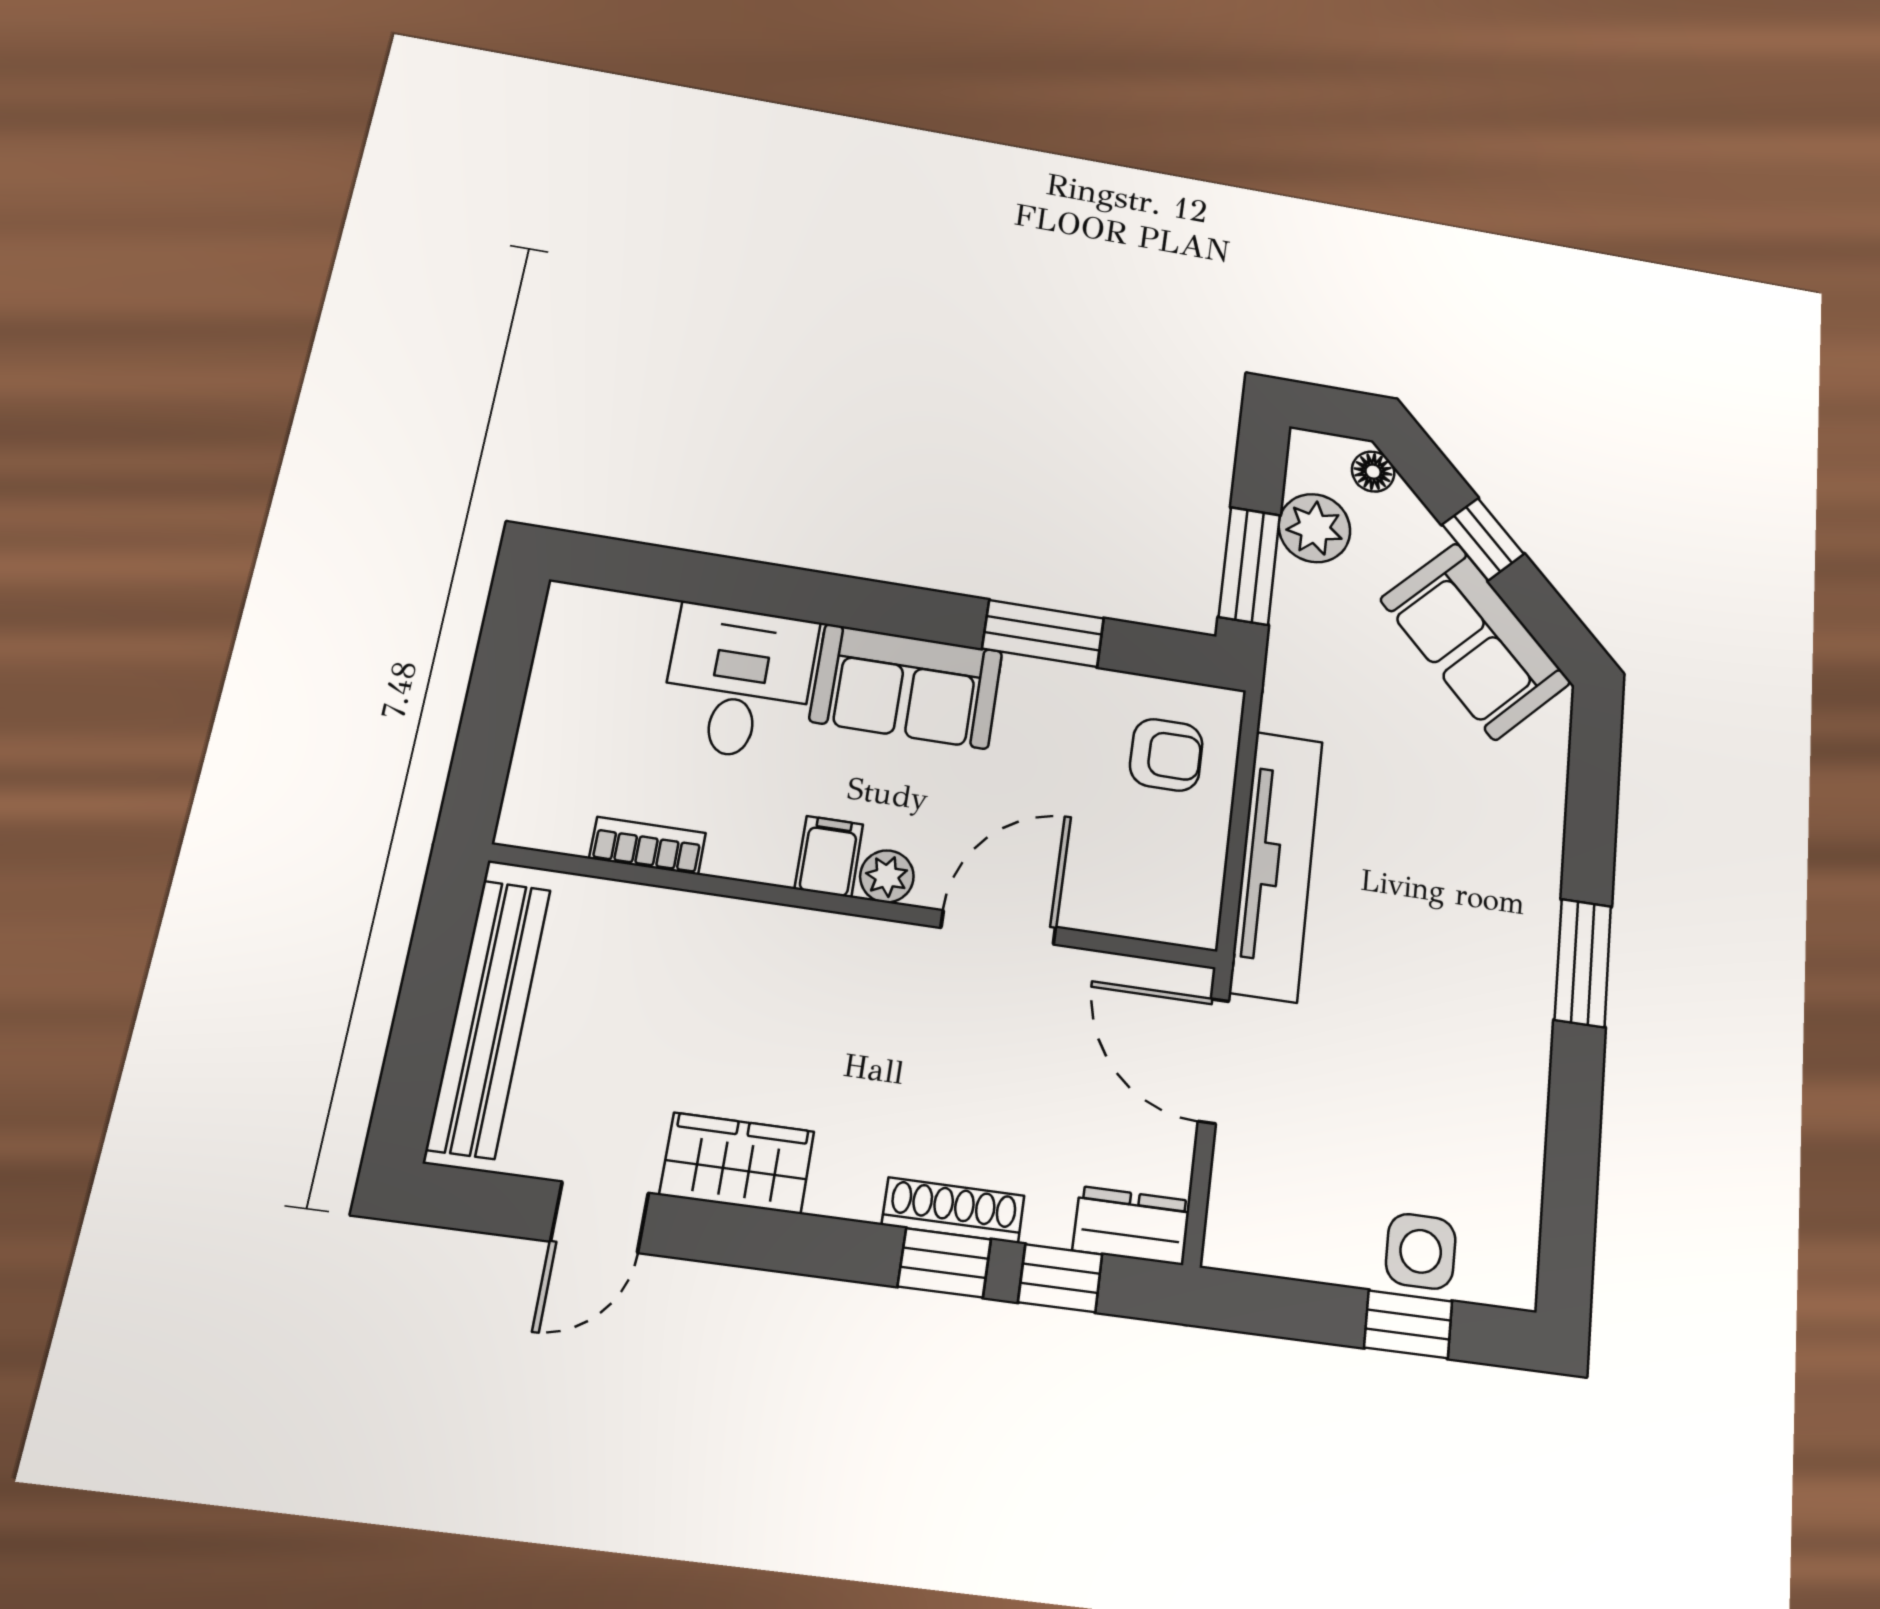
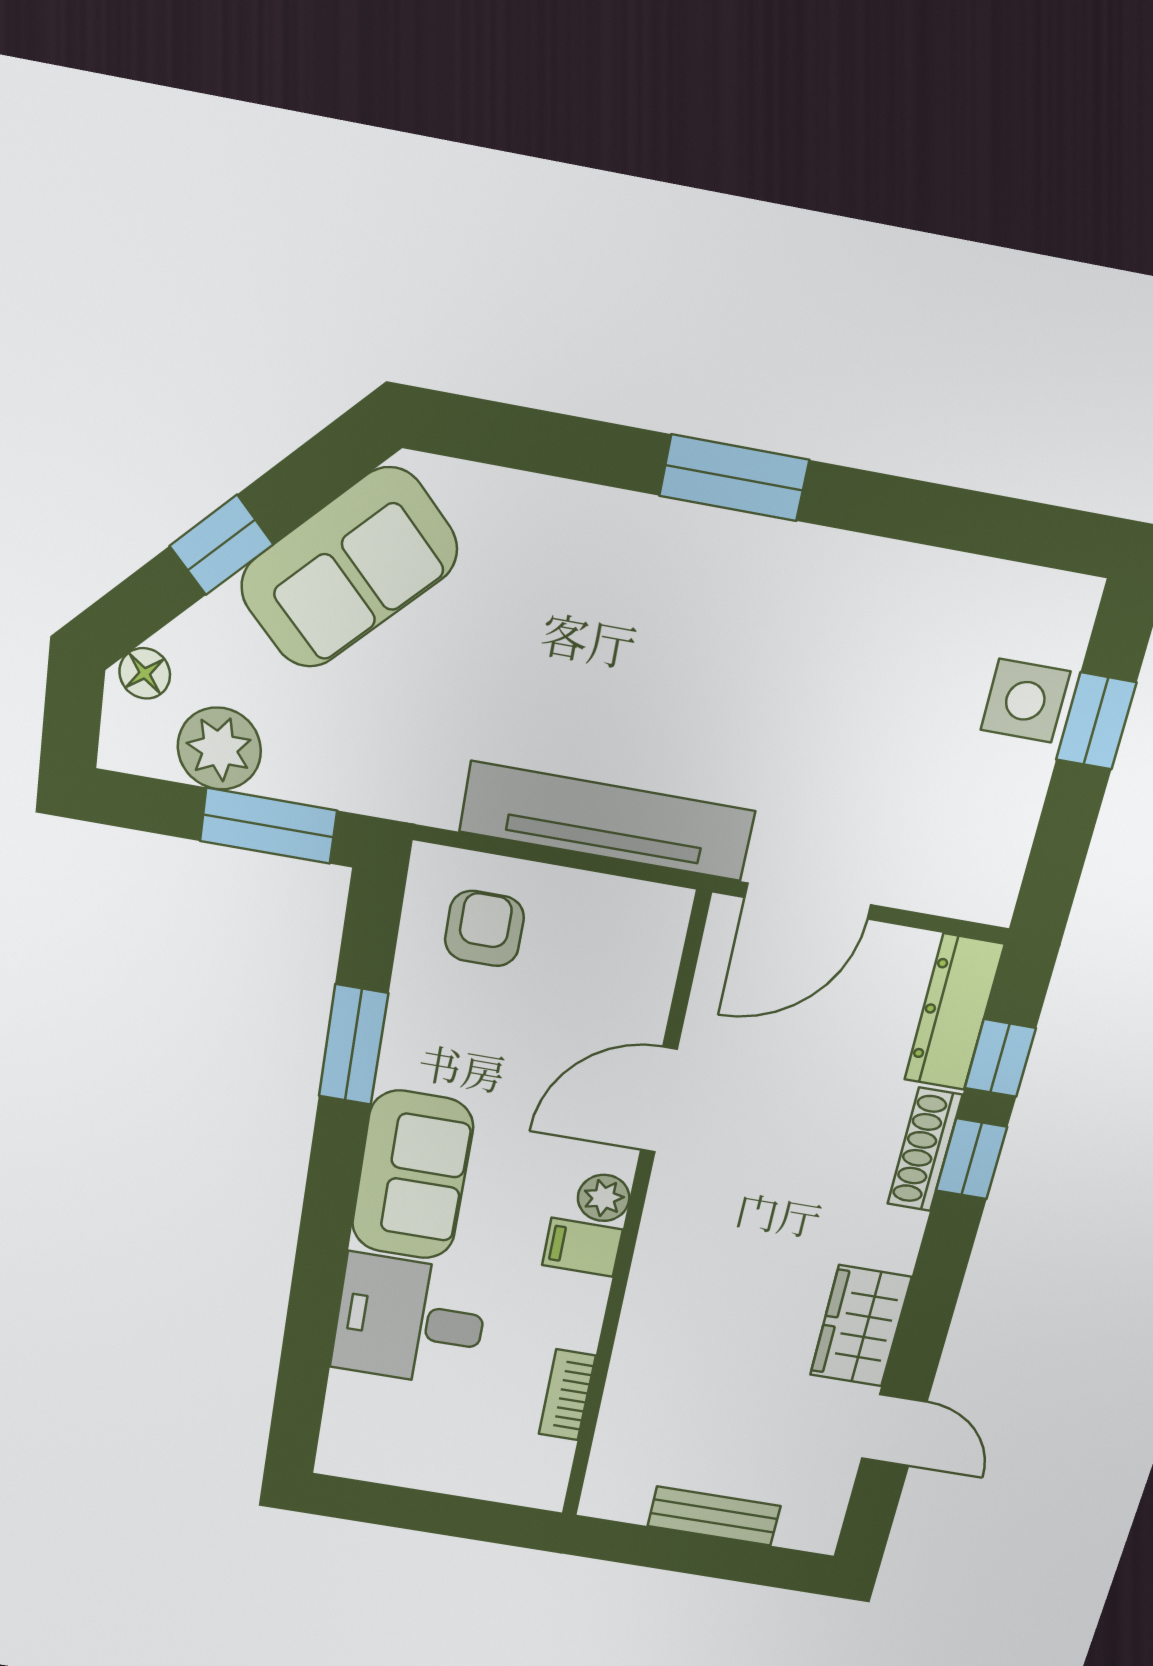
door: (998, 927) -> (659, 1100), hinge flipped
bench: (489, 1018) -> (714, 1516), width x0.54, depth x0.82
dresser: (1132, 1226) -> (954, 1013), width x1.44

